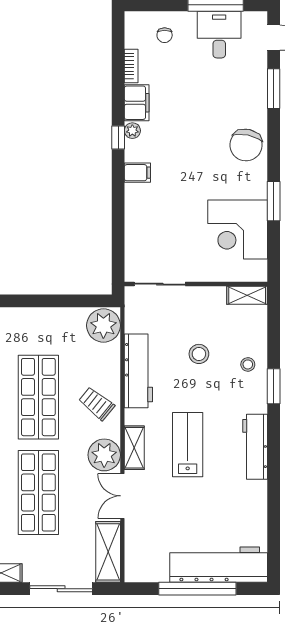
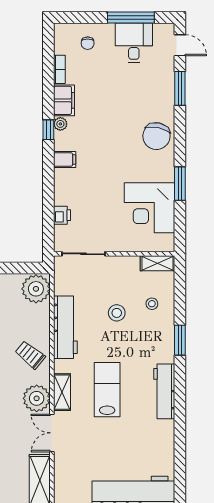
printer: (134, 239) -> (62, 215), added
stool: (248, 364) -> (152, 304), moved

